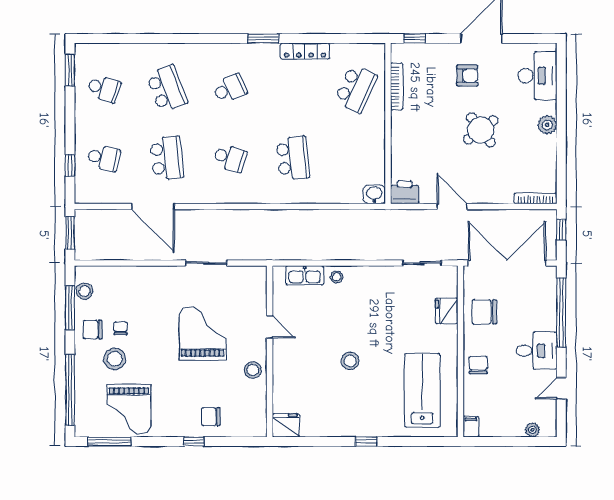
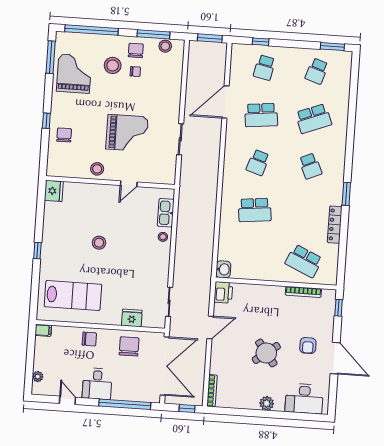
grand piano: (129, 409) -> (74, 74), turned 90

